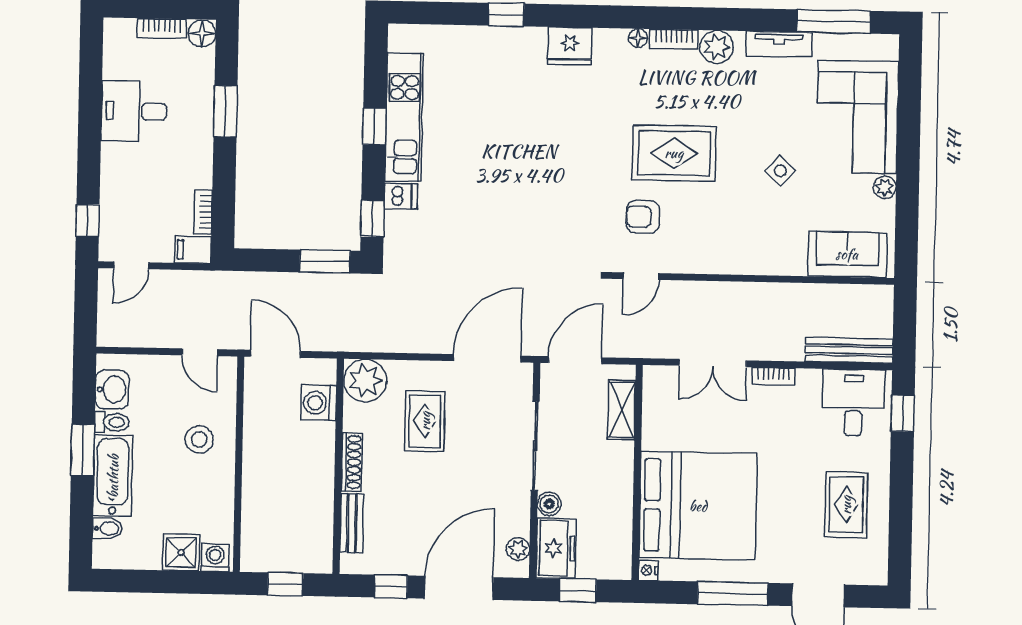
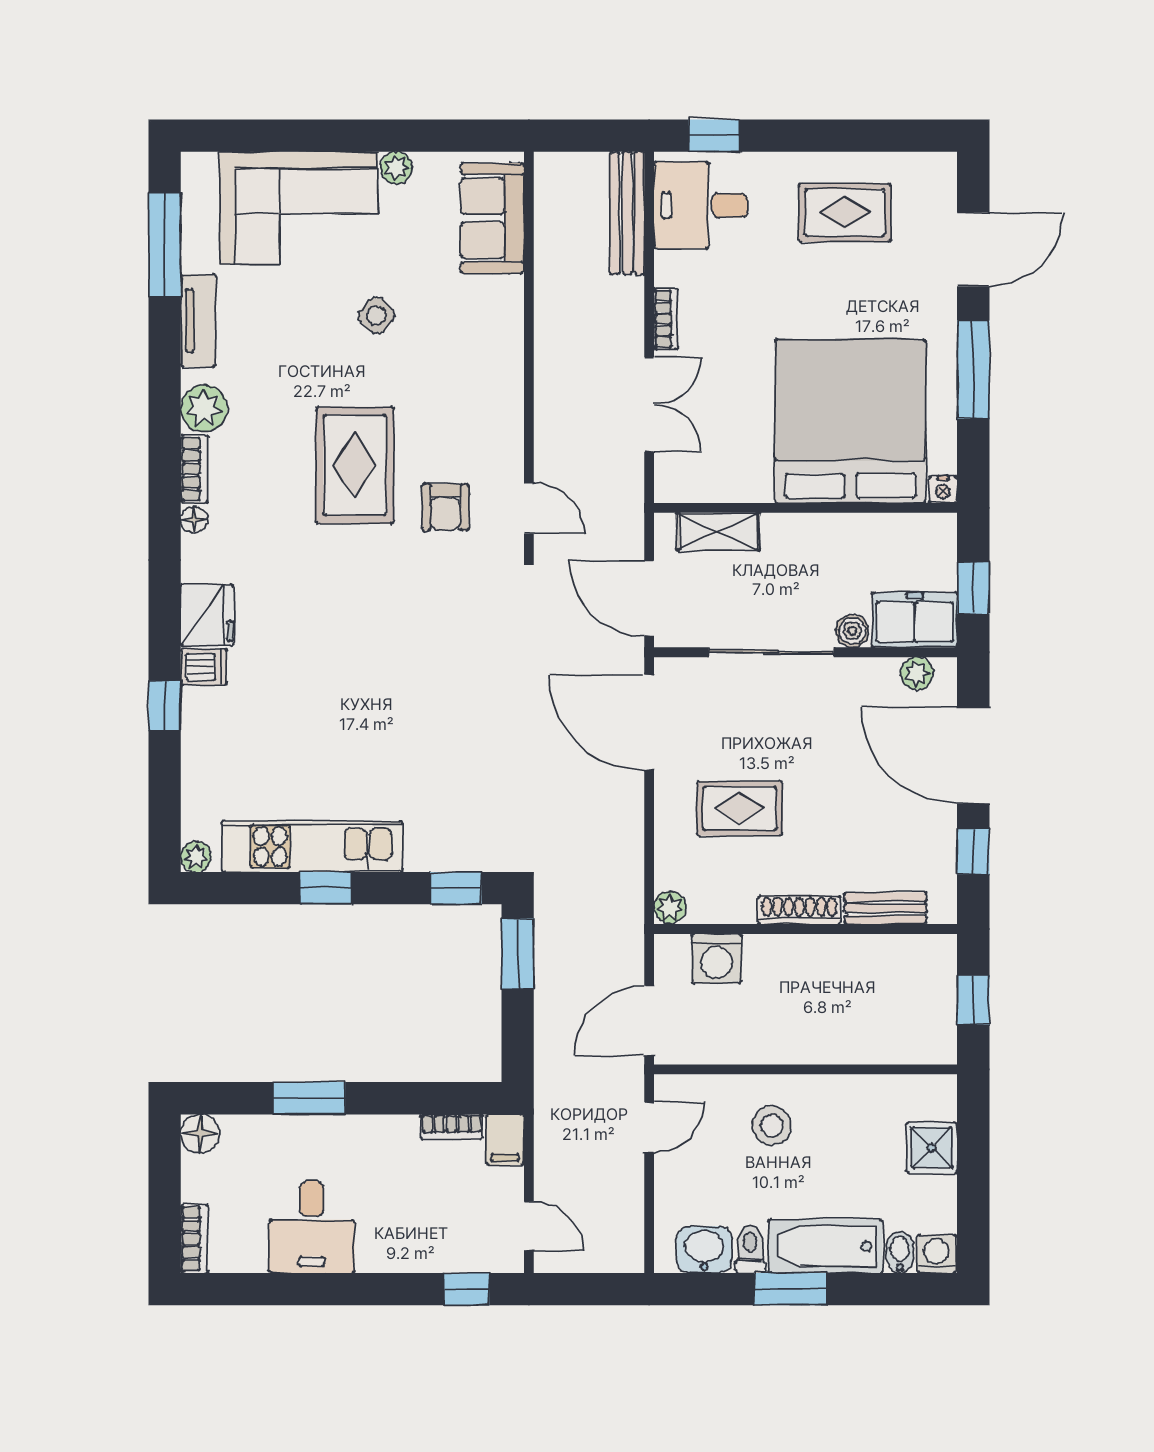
bookcase: (162, 29) -> (194, 1239), moved
plant: (399, 35) -> (196, 857), added
dishwasher: (401, 196) -> (204, 667), moved, turned 90
plant: (365, 381) -> (670, 907), width x0.53, depth x0.53
washing machine: (215, 558) -> (937, 1254), moved, turned 90

